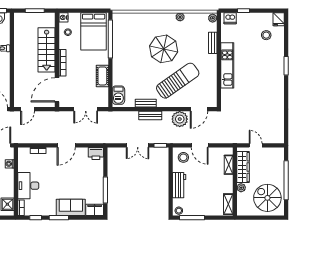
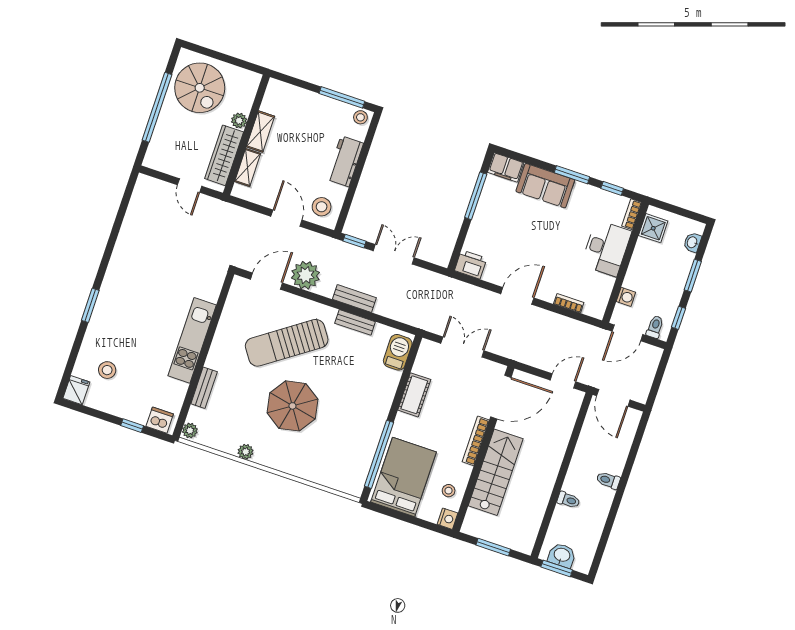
shelving: (228, 204) -> (260, 132), moved

